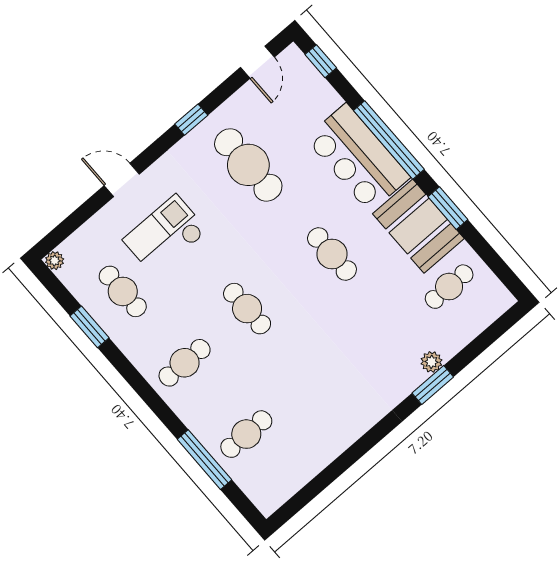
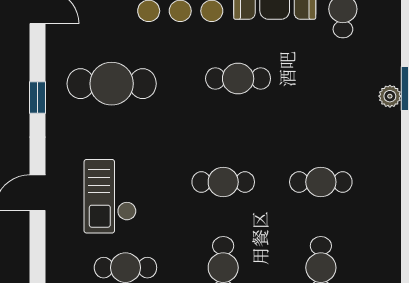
plant: (431, 362) -> (390, 96), moved
cafe table: (309, 380) -> (321, 182), added

